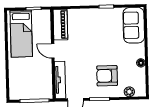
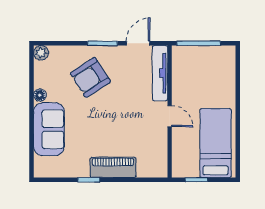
piano: (60, 25) -> (113, 167), moved, turned 90
sofa: (134, 25) -> (49, 129), moved
armchair: (107, 76) -> (90, 77), turned 147
plant: (129, 92) -> (41, 53), moved

